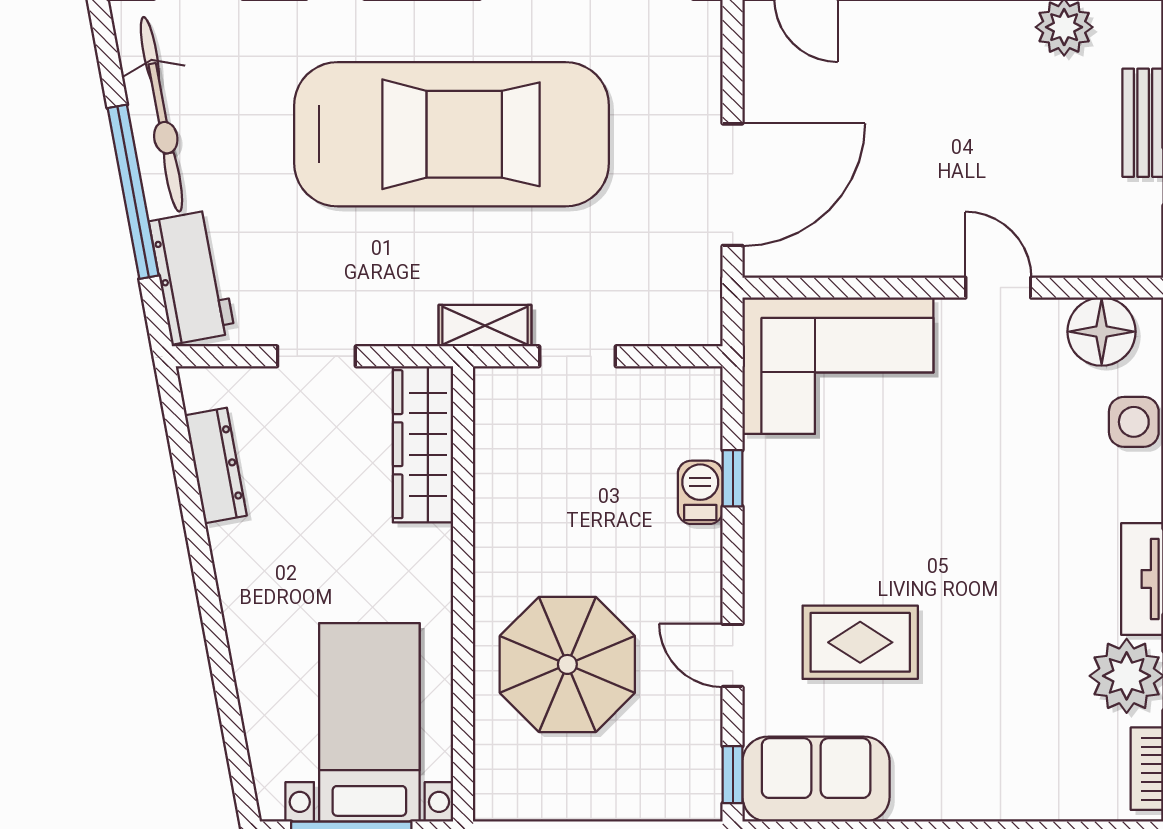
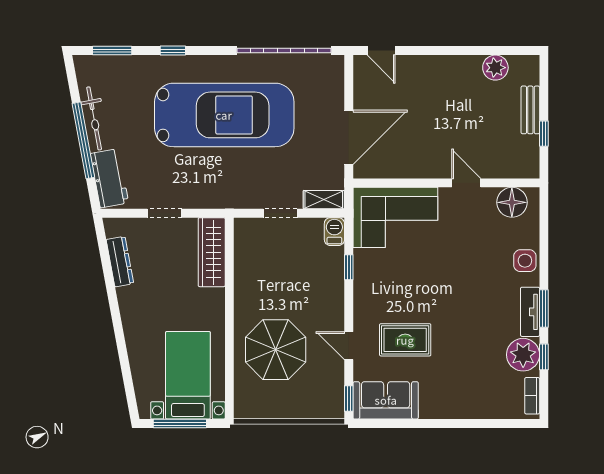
bicycle: (161, 114) -> (94, 118), width x0.73, depth x0.71
shelving: (485, 326) -> (324, 200), moved
side table: (1134, 422) -> (525, 261), moved
barbecue: (700, 492) -> (334, 232), moved

